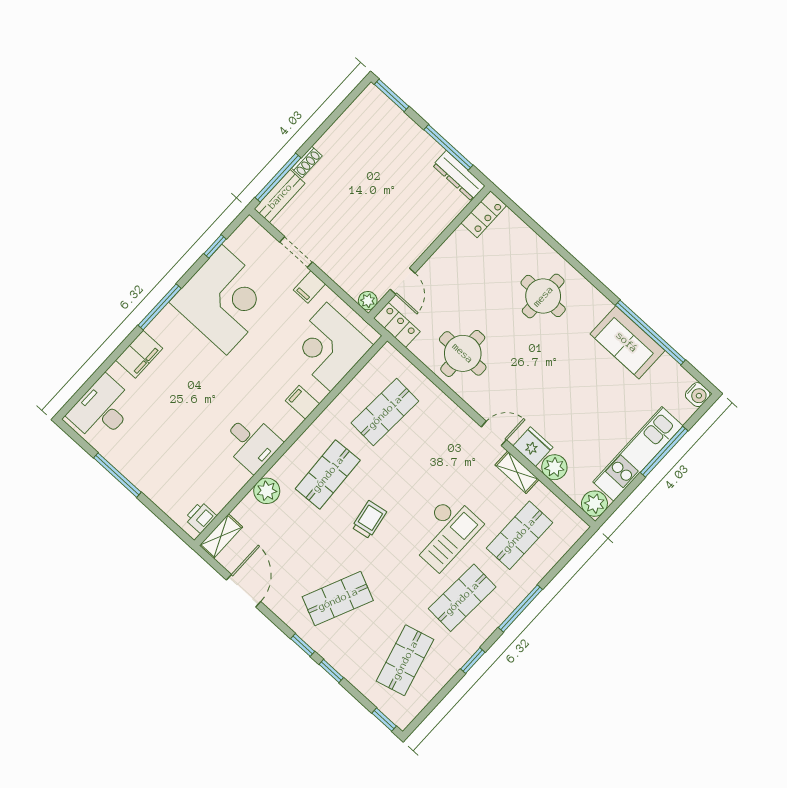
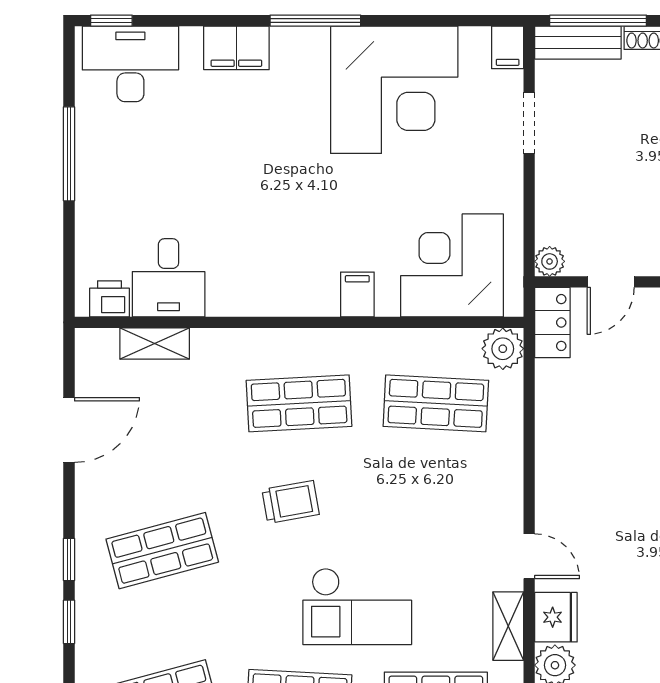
window: (215, 246) -> (111, 21), moved
filing cabinet: (309, 287) -> (508, 47), moved, turned -90
round table: (463, 353) -> (590, 432), removed
desk: (251, 443) -> (169, 278), moved
plant: (267, 491) -> (503, 349), moved
shelving: (221, 536) -> (155, 344), moved
shop shelf: (338, 599) -> (162, 551), turned -39

